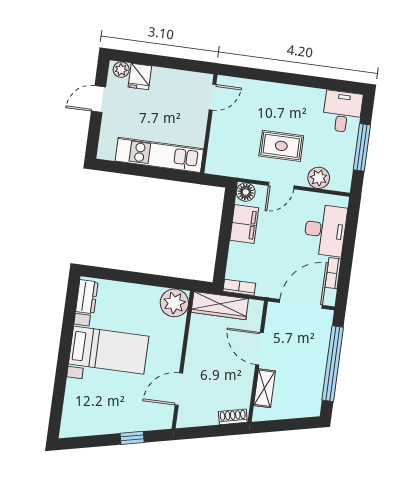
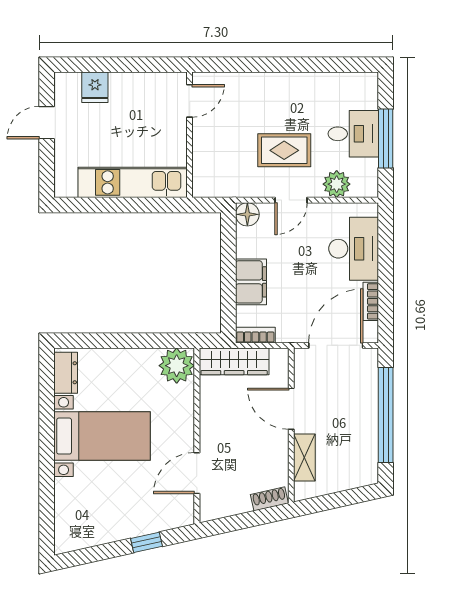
plant: (121, 70) -> (70, 82), removed
desk: (342, 112) -> (353, 134), moved, turned 90
filing cabinet: (244, 224) -> (251, 282), moved

